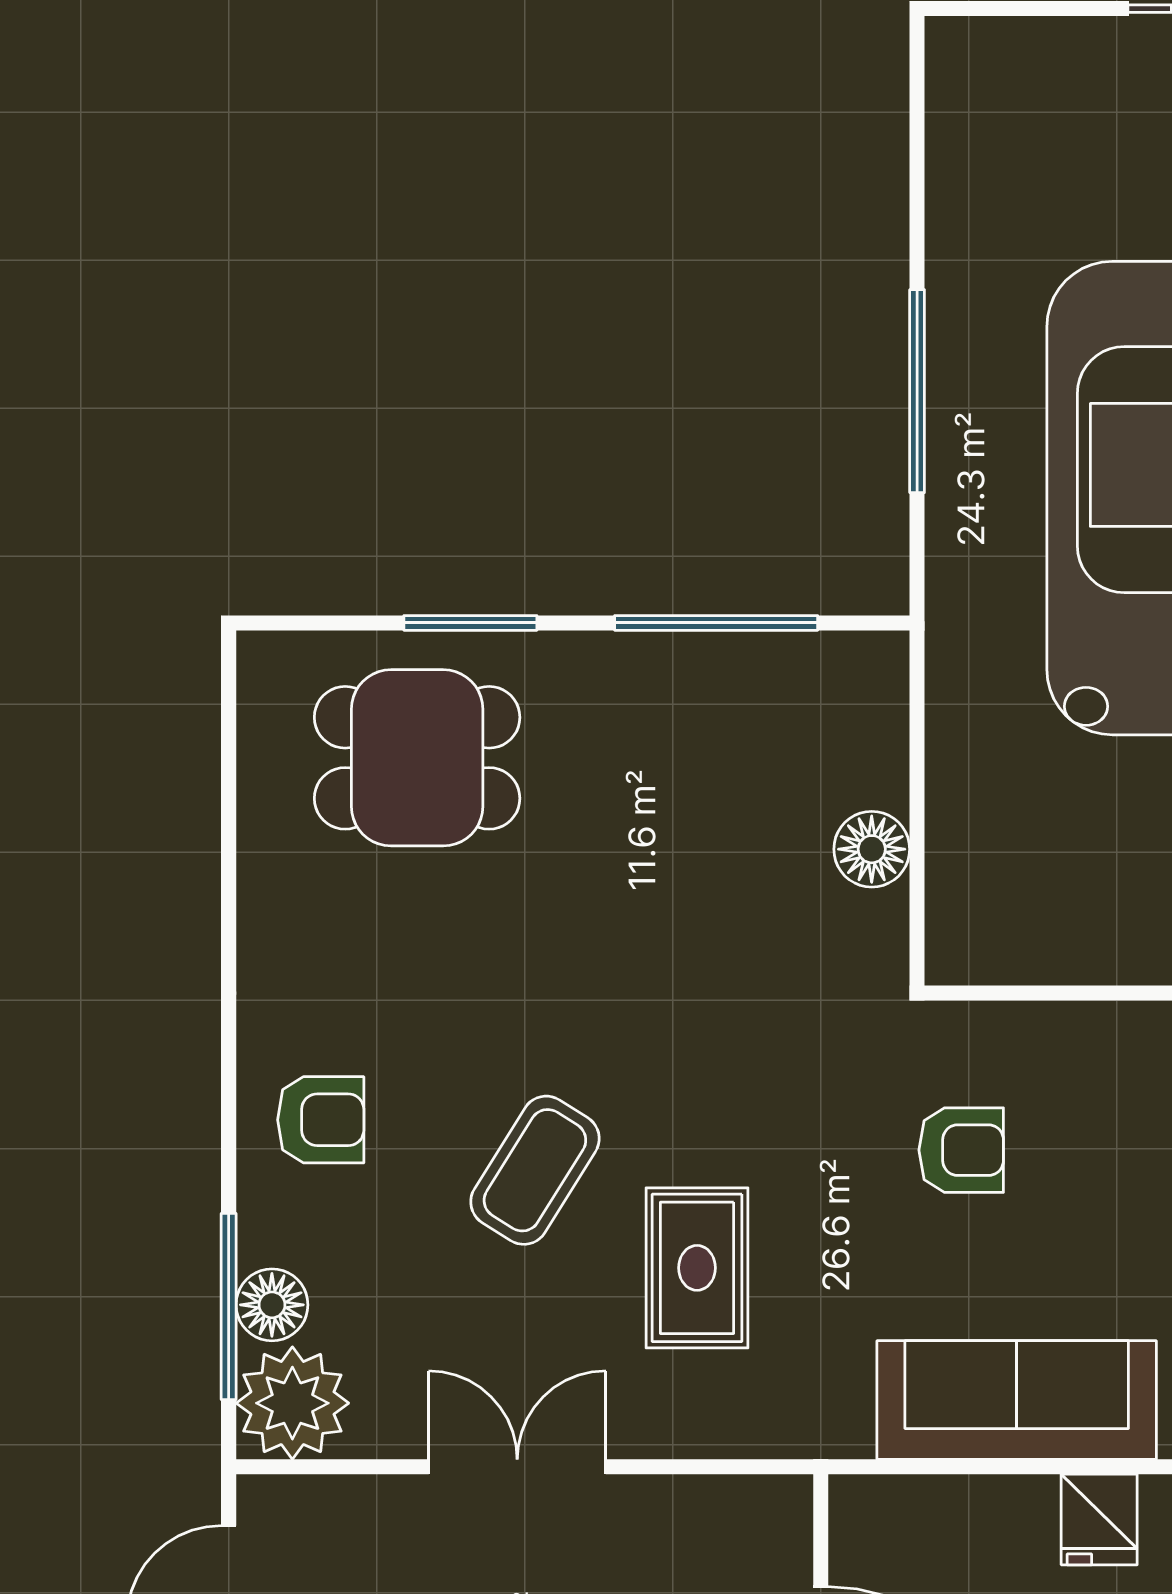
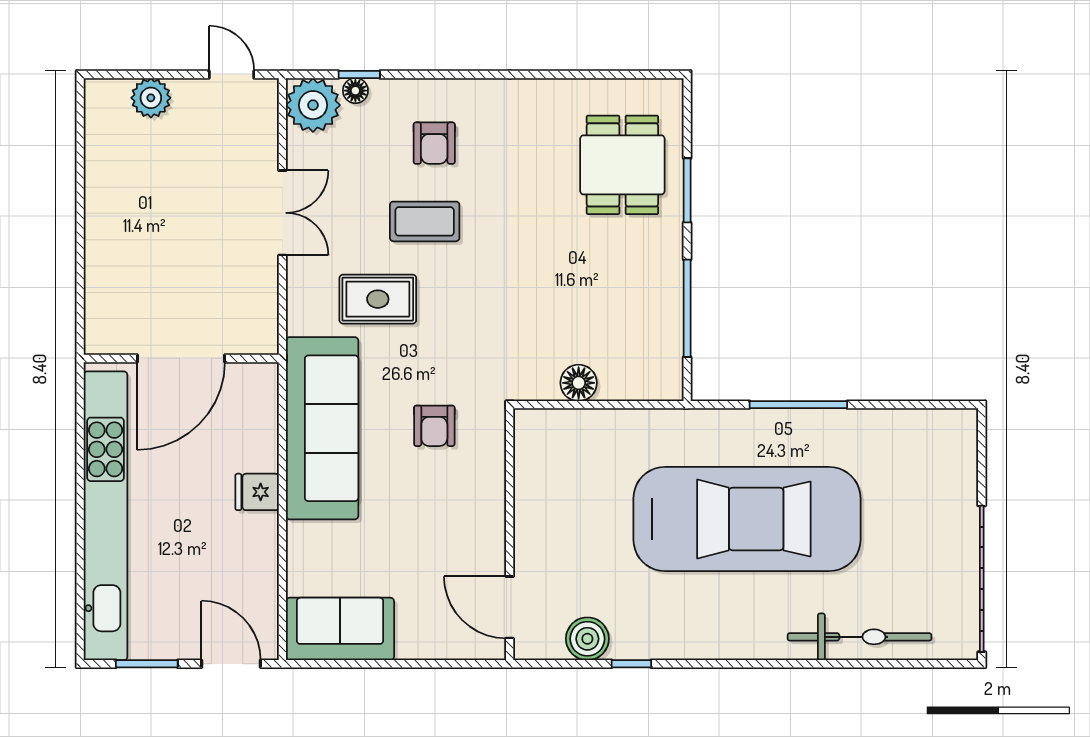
armchair: (321, 1120) -> (434, 143), moved
coffee table: (535, 1170) -> (425, 221), turned -32
floor lamp: (272, 1305) -> (355, 91), width x0.73, depth x0.73
window: (229, 1307) -> (359, 74), width x0.46
sofa: (1017, 1400) -> (322, 428), width x1.36, depth x1.27

